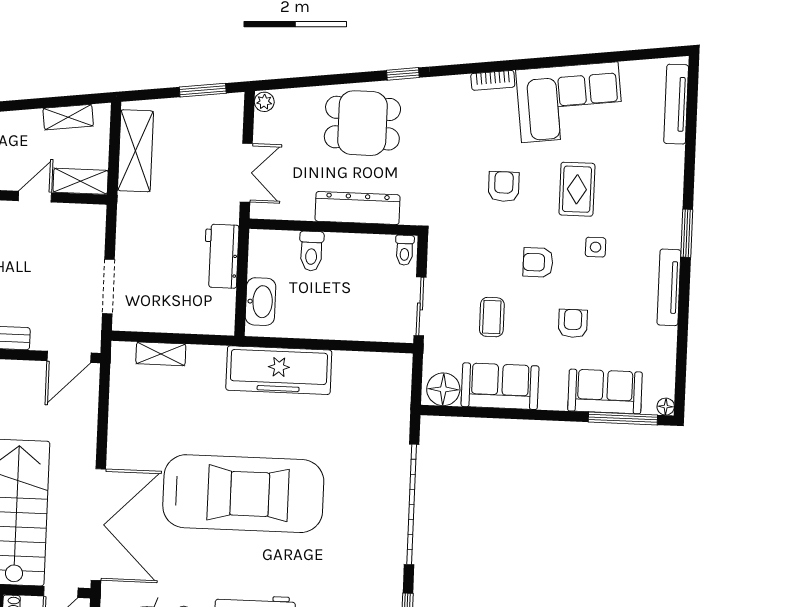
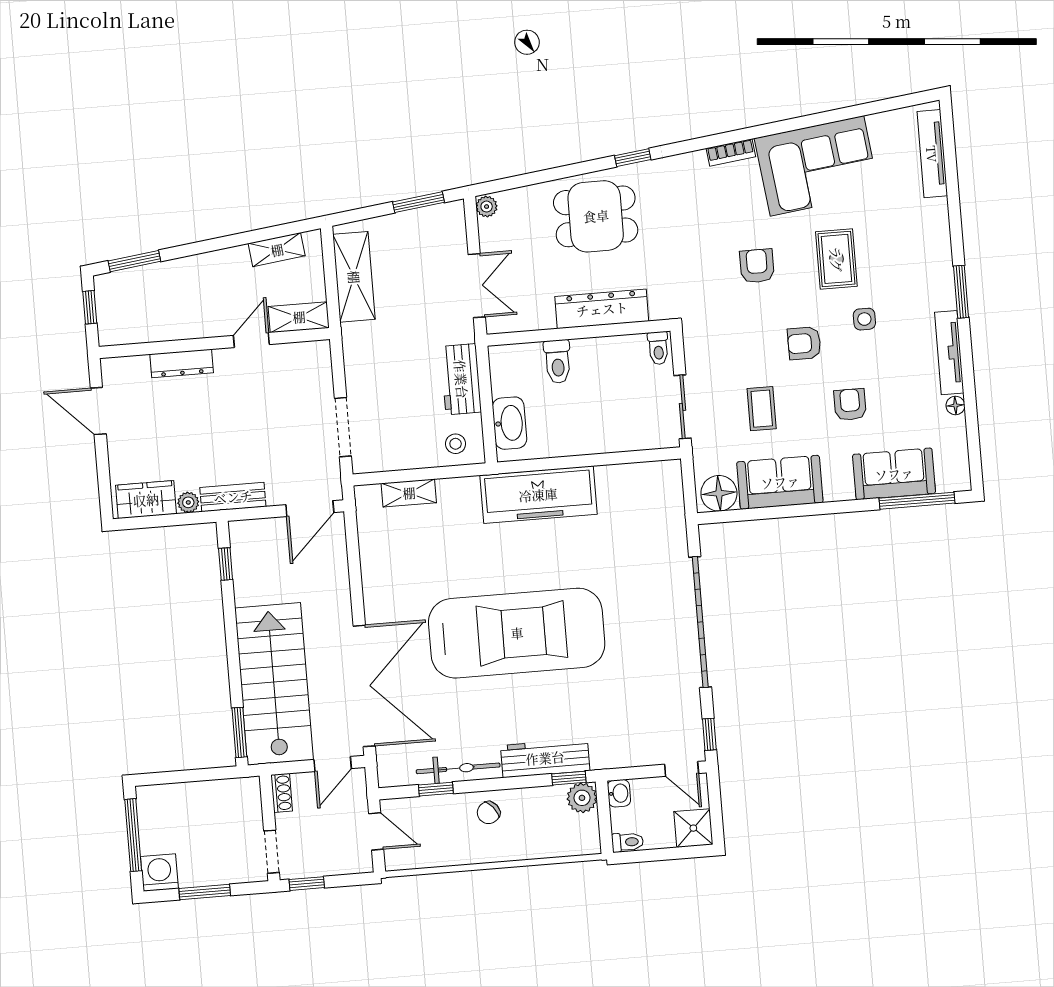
stool: (209, 314) -> (456, 444), added
floor lamp: (666, 407) -> (955, 405), moved

